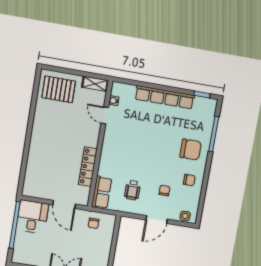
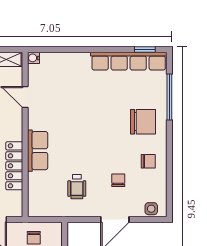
row of seats: (165, 97) -> (129, 61), moved
water cooler: (114, 101) -> (34, 58), moved
row of seats: (102, 192) -> (38, 151), moved

